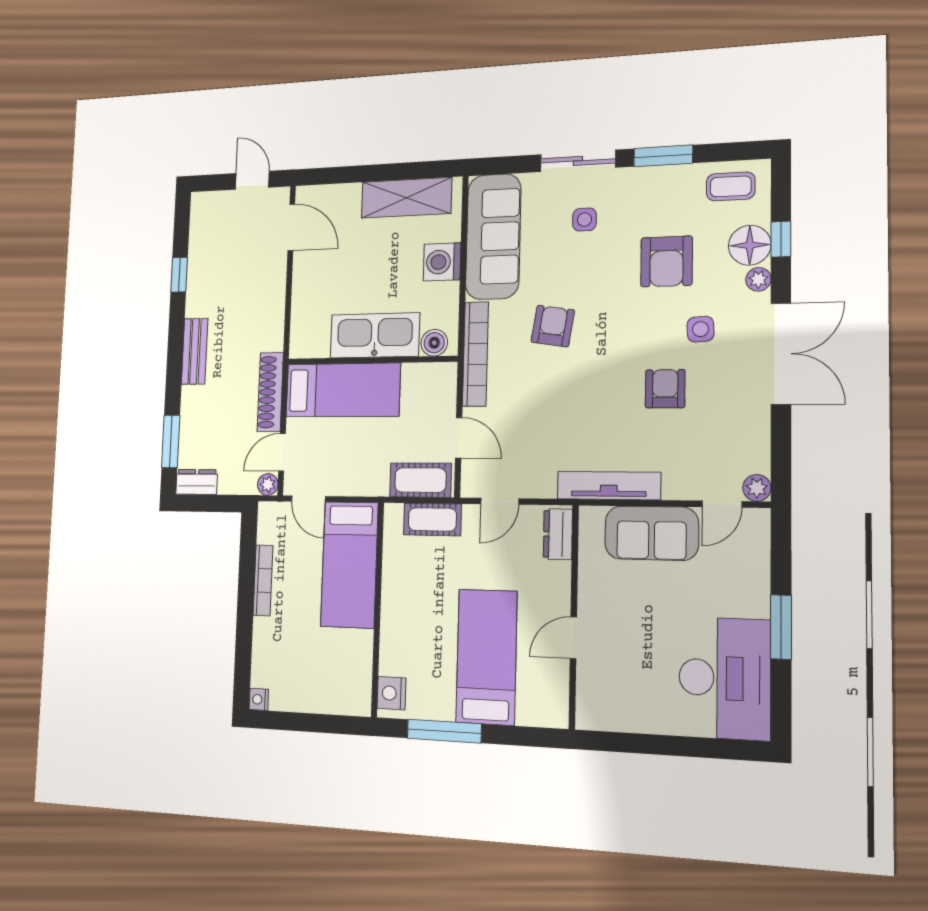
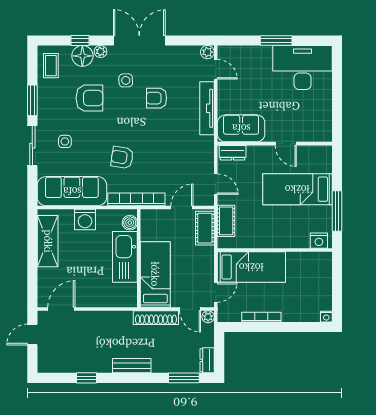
tv unit: (609, 486) -> (207, 108), moved
sofa: (652, 533) -> (241, 128), moved, turned -90

